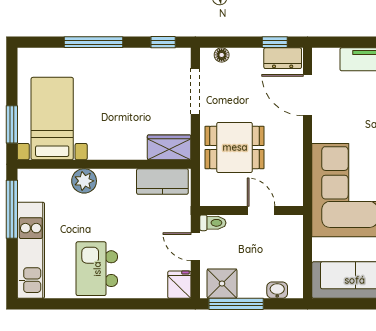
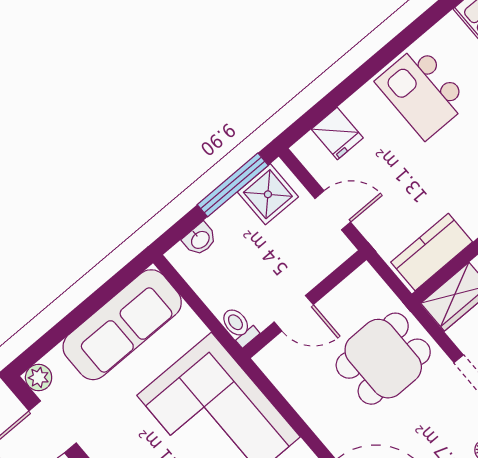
toilet: (213, 223) -> (239, 326), moved, turned 90
kitchen island: (97, 269) -> (422, 92), turned 180
fridge: (179, 285) -> (337, 133), moved

